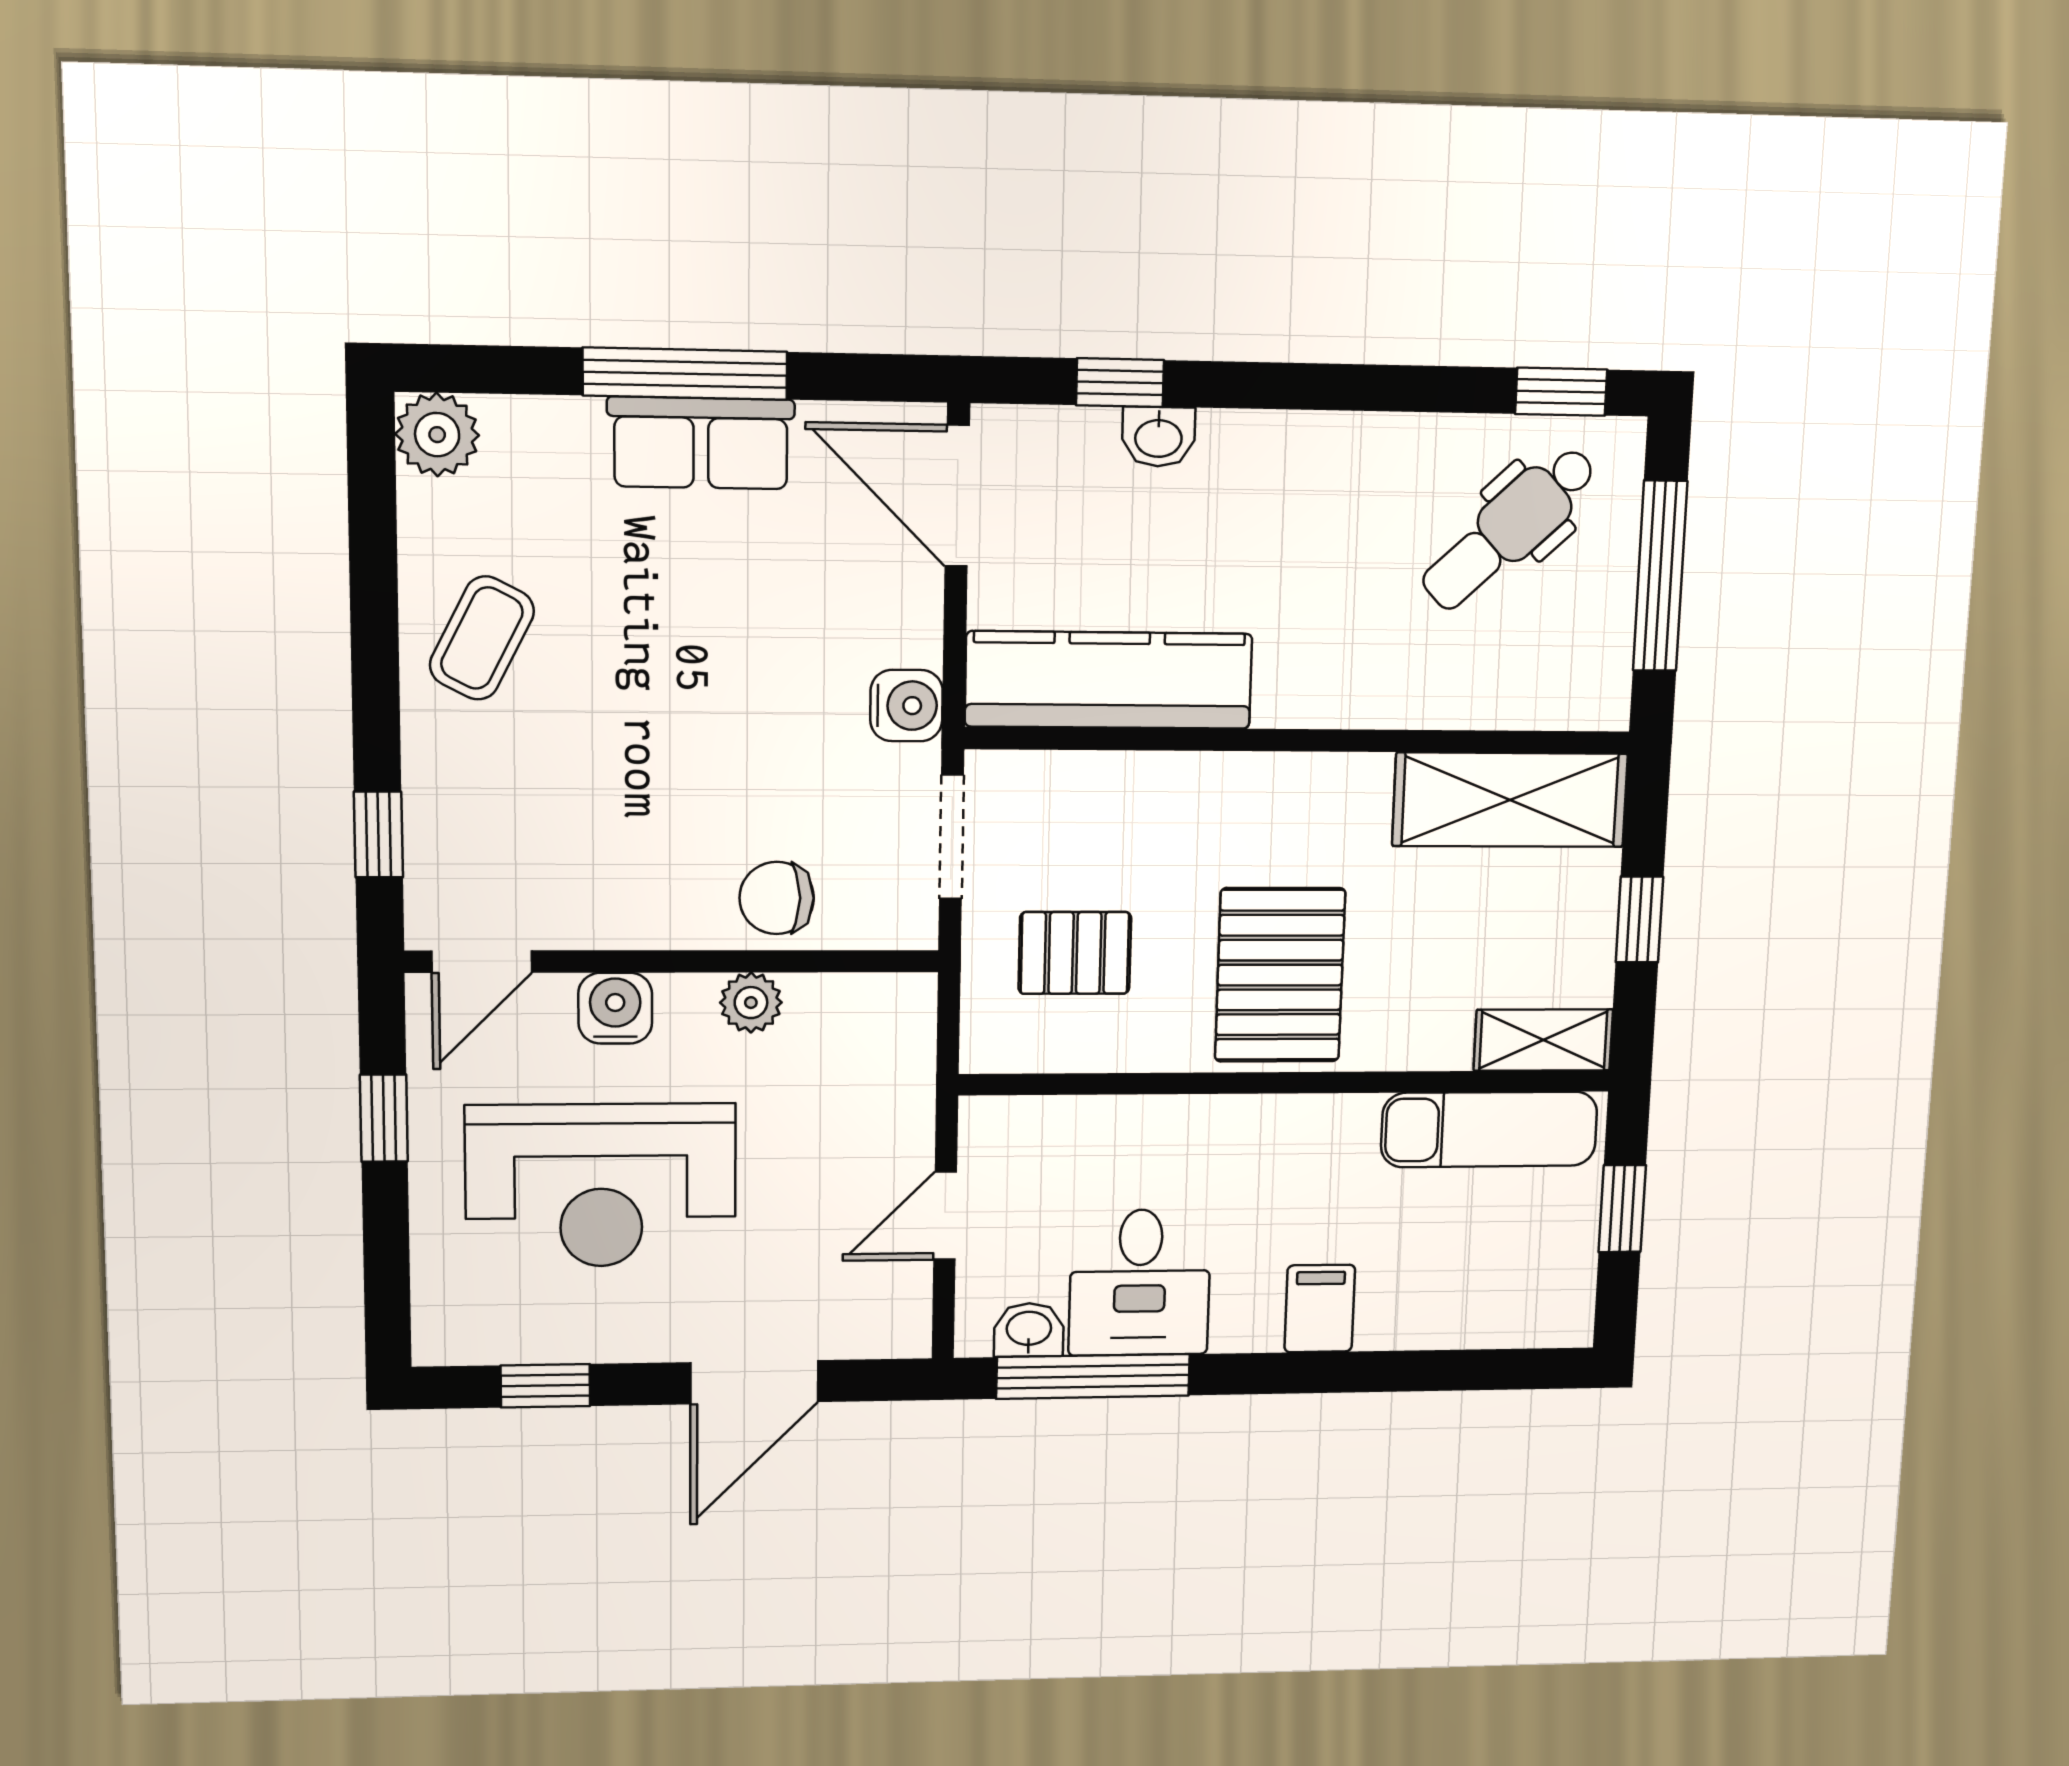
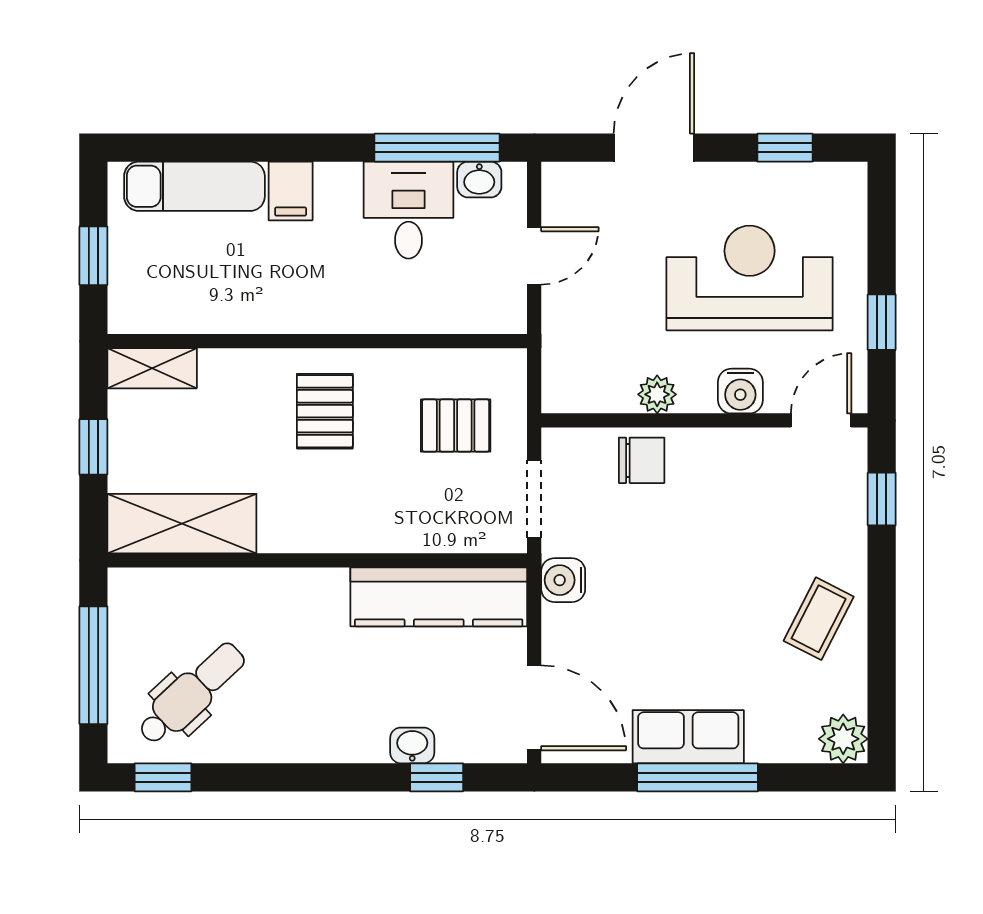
pallet: (1280, 975) -> (325, 411), width x0.67, depth x0.71
exam couch: (1489, 1129) -> (194, 186), moved, turned 180

